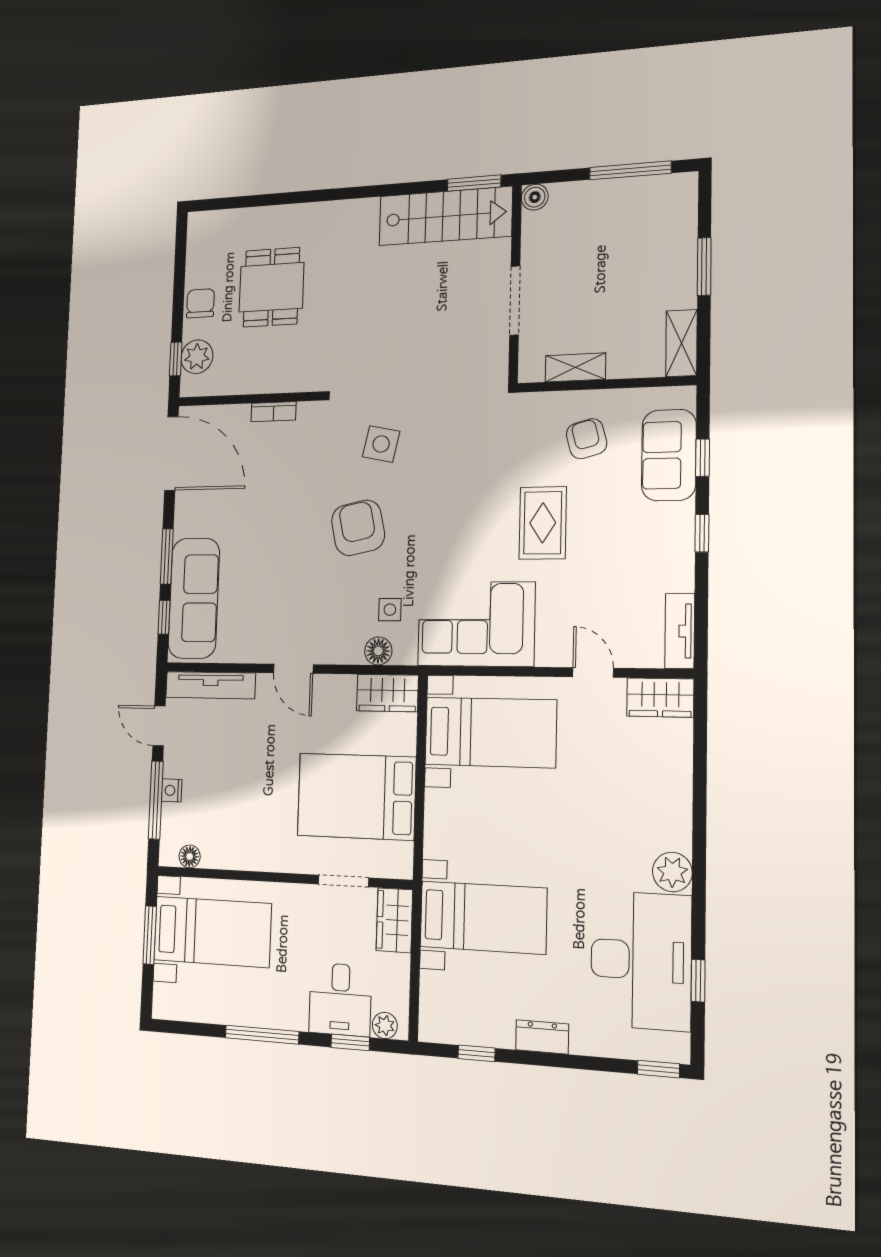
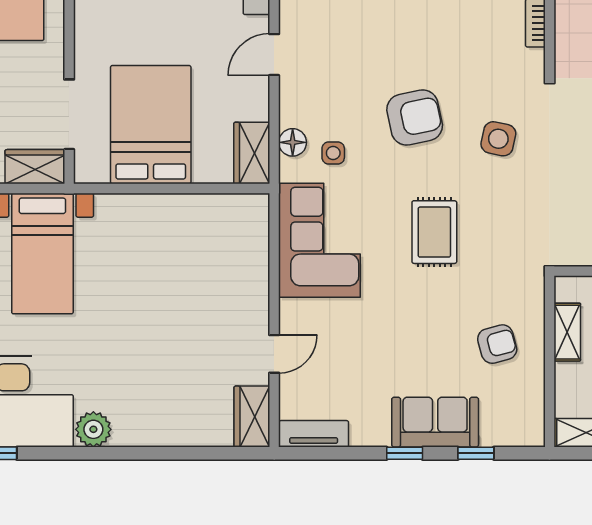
sofa: (669, 455) -> (435, 422), moved
rug: (543, 523) -> (434, 232), moved, turned 90
bed with nightstands: (490, 732) -> (216, 257), removed
doorway: (344, 881) -> (69, 114), width x1.38

